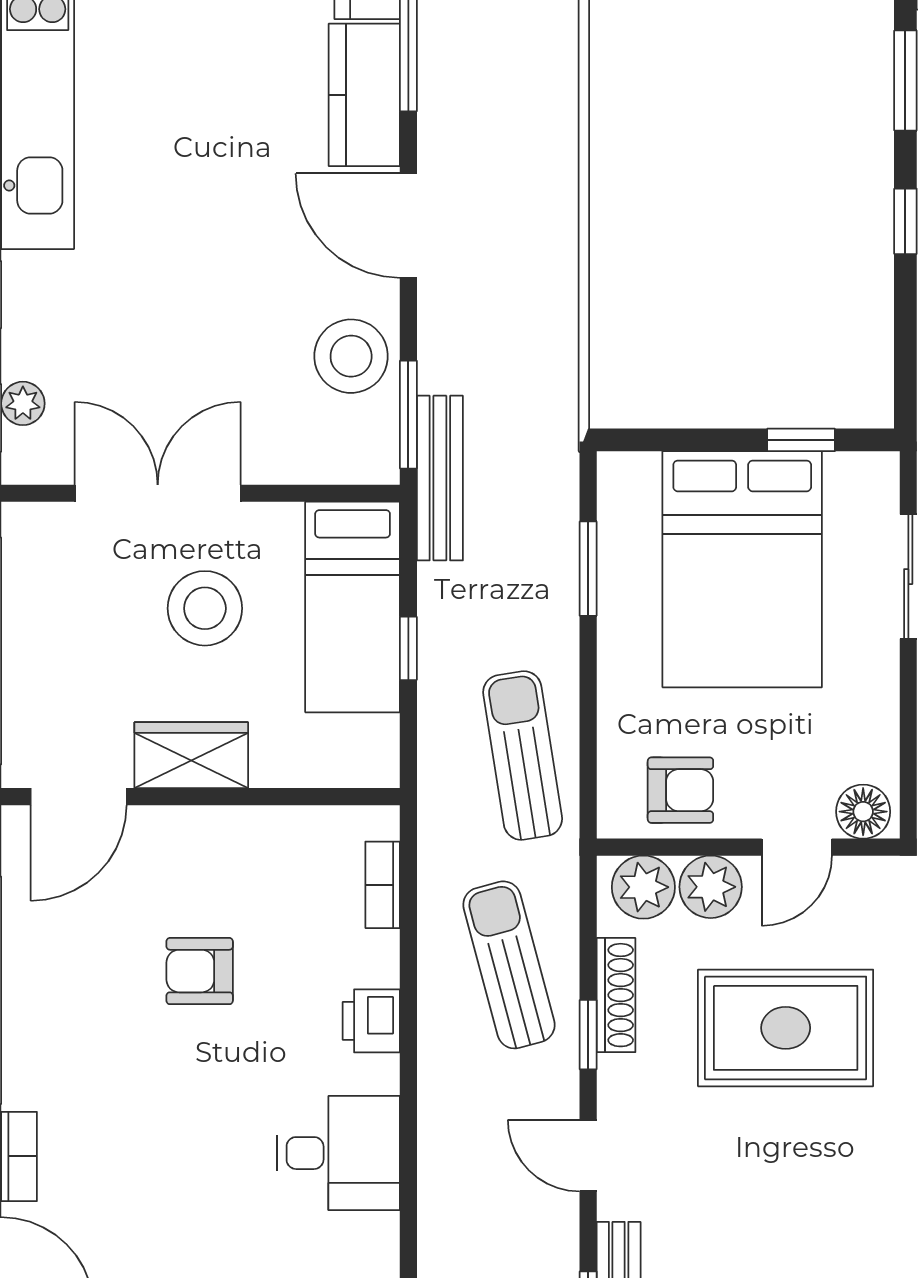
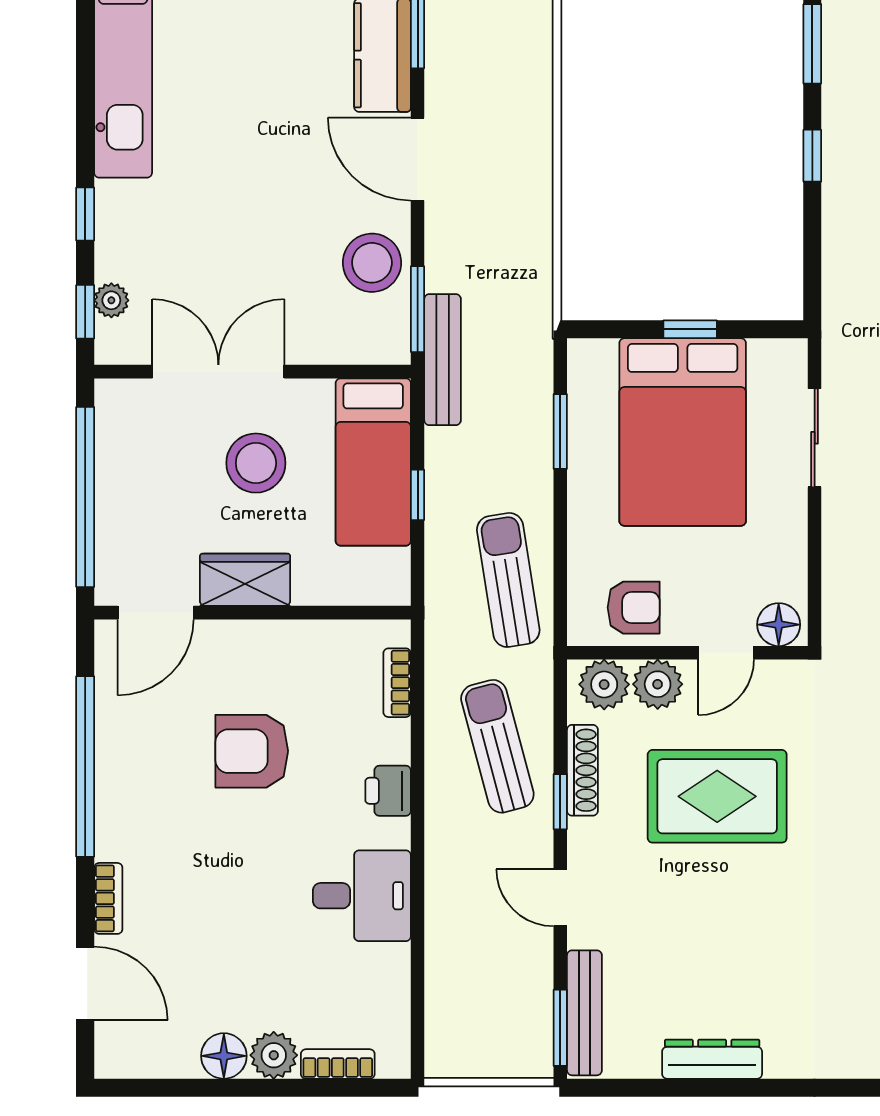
window: (801, 440) -> (690, 329), moved
armchair: (200, 971) -> (252, 751), width x1.38, depth x1.38

